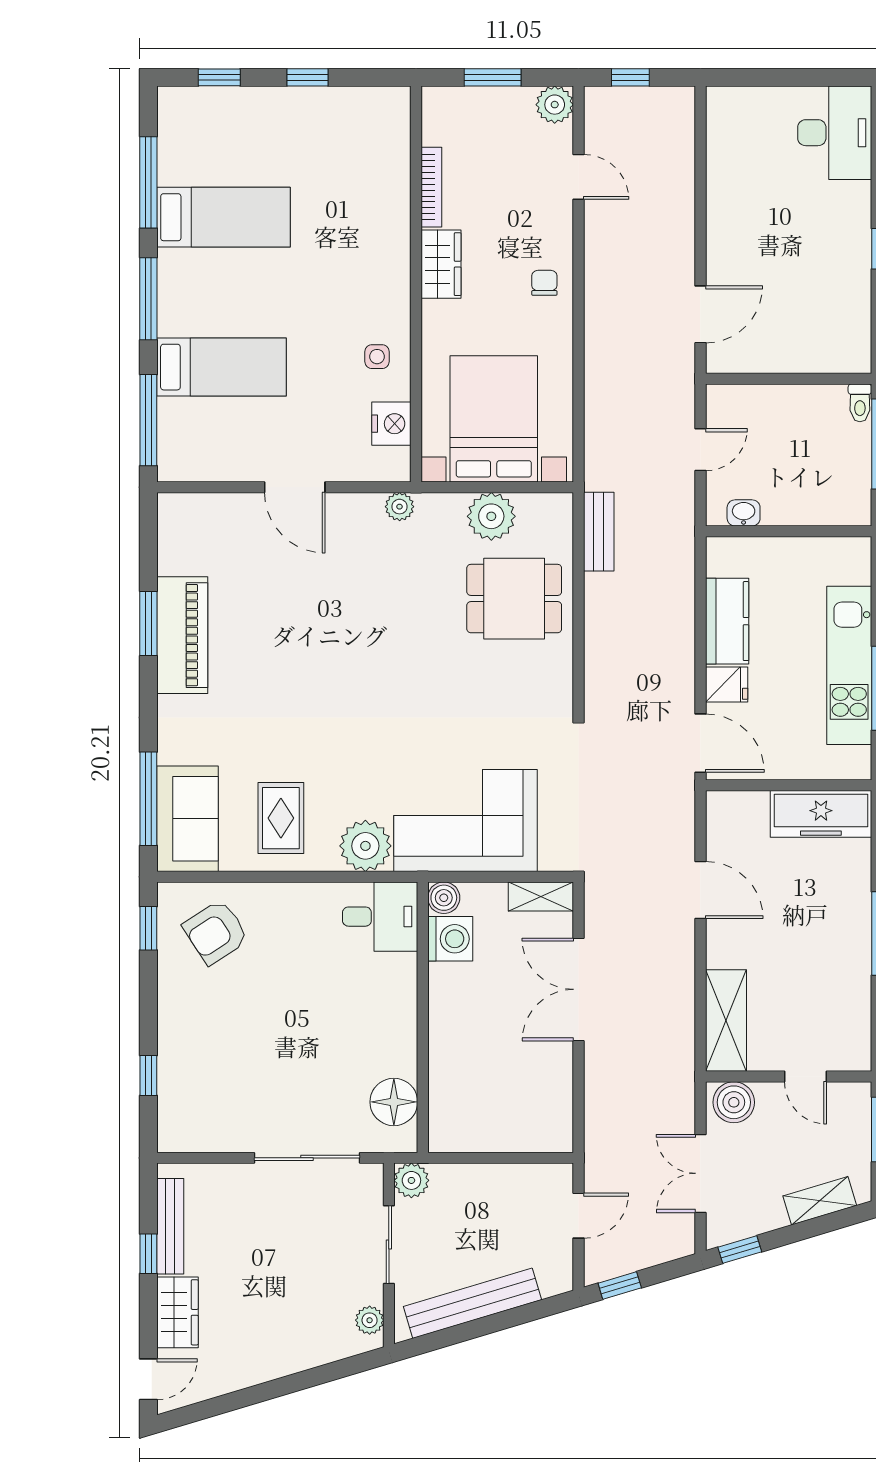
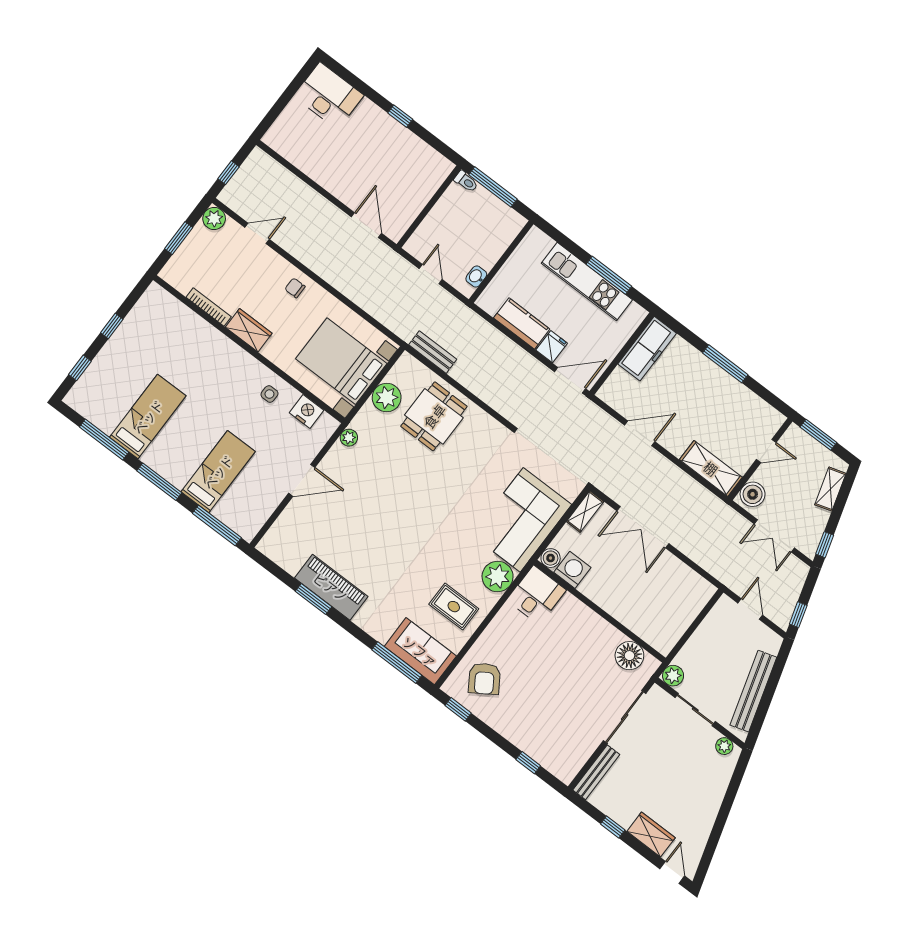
bench: (170, 1226) -> (596, 772), moved, turned 90

